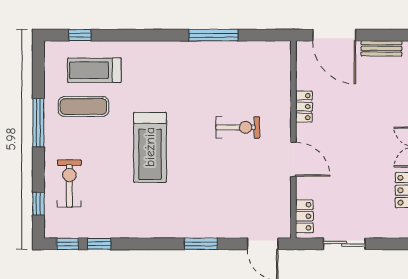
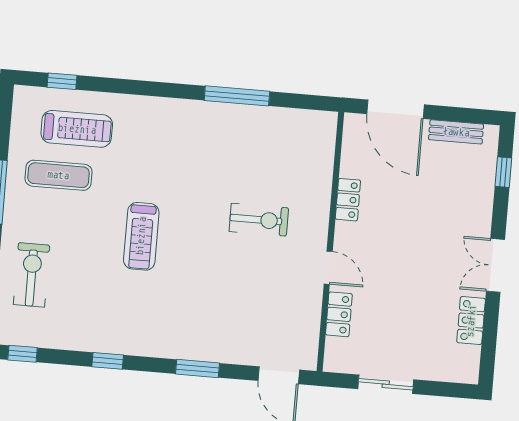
treadmill: (94, 70) -> (77, 129), turned 180
treadmill: (150, 147) -> (141, 236), width x0.73, depth x0.73
door: (293, 159) -> (328, 268), width x0.73
locker: (304, 216) -> (339, 314), moved
window: (99, 244) -> (108, 361), moved

